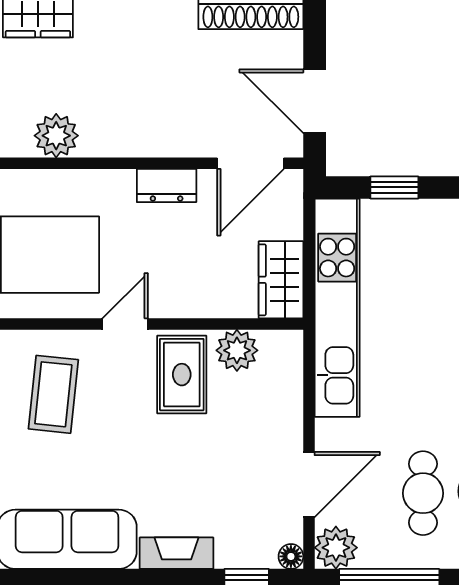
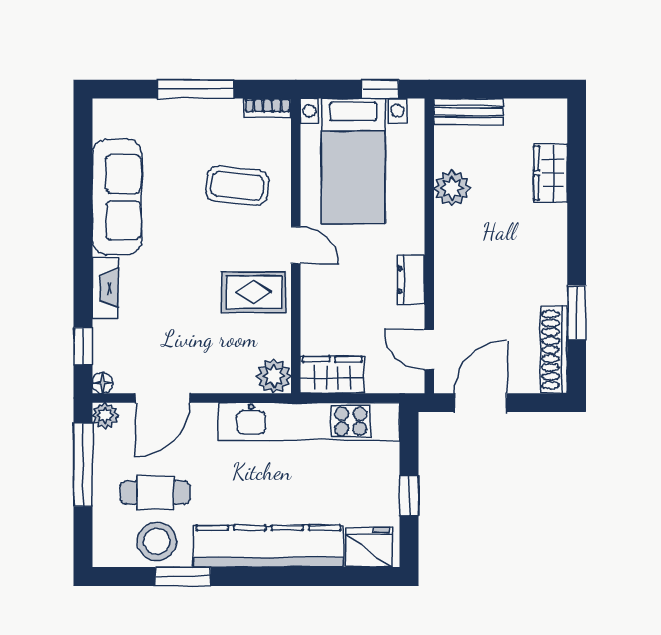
door: (251, 163) -> (429, 349), width x0.73
window: (394, 187) -> (409, 495), moved
plant: (237, 350) -> (274, 376), moved
door: (309, 484) -> (162, 398), hinge flipped
plant: (336, 548) -> (105, 415), width x0.73, depth x0.73

